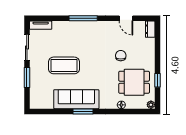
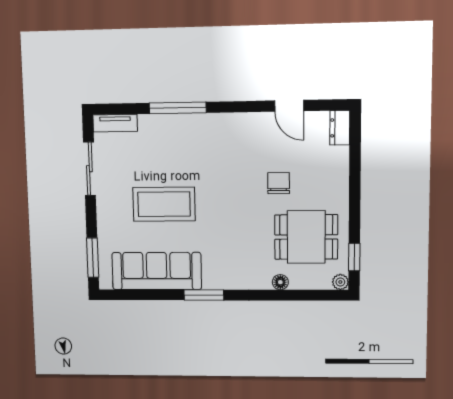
window: (83, 18) -> (178, 108), moved
window: (27, 77) -> (93, 258), moved
window: (158, 80) -> (354, 257), moved
sofa: (76, 99) -> (157, 271), moved

